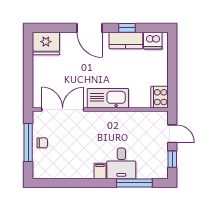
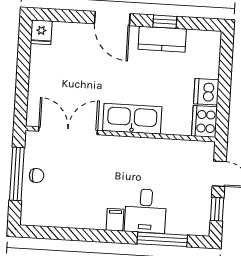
dishwasher: (153, 41) -> (206, 92), moved, turned 90
fridge: (46, 44) -> (41, 32), width x0.53, depth x0.75

